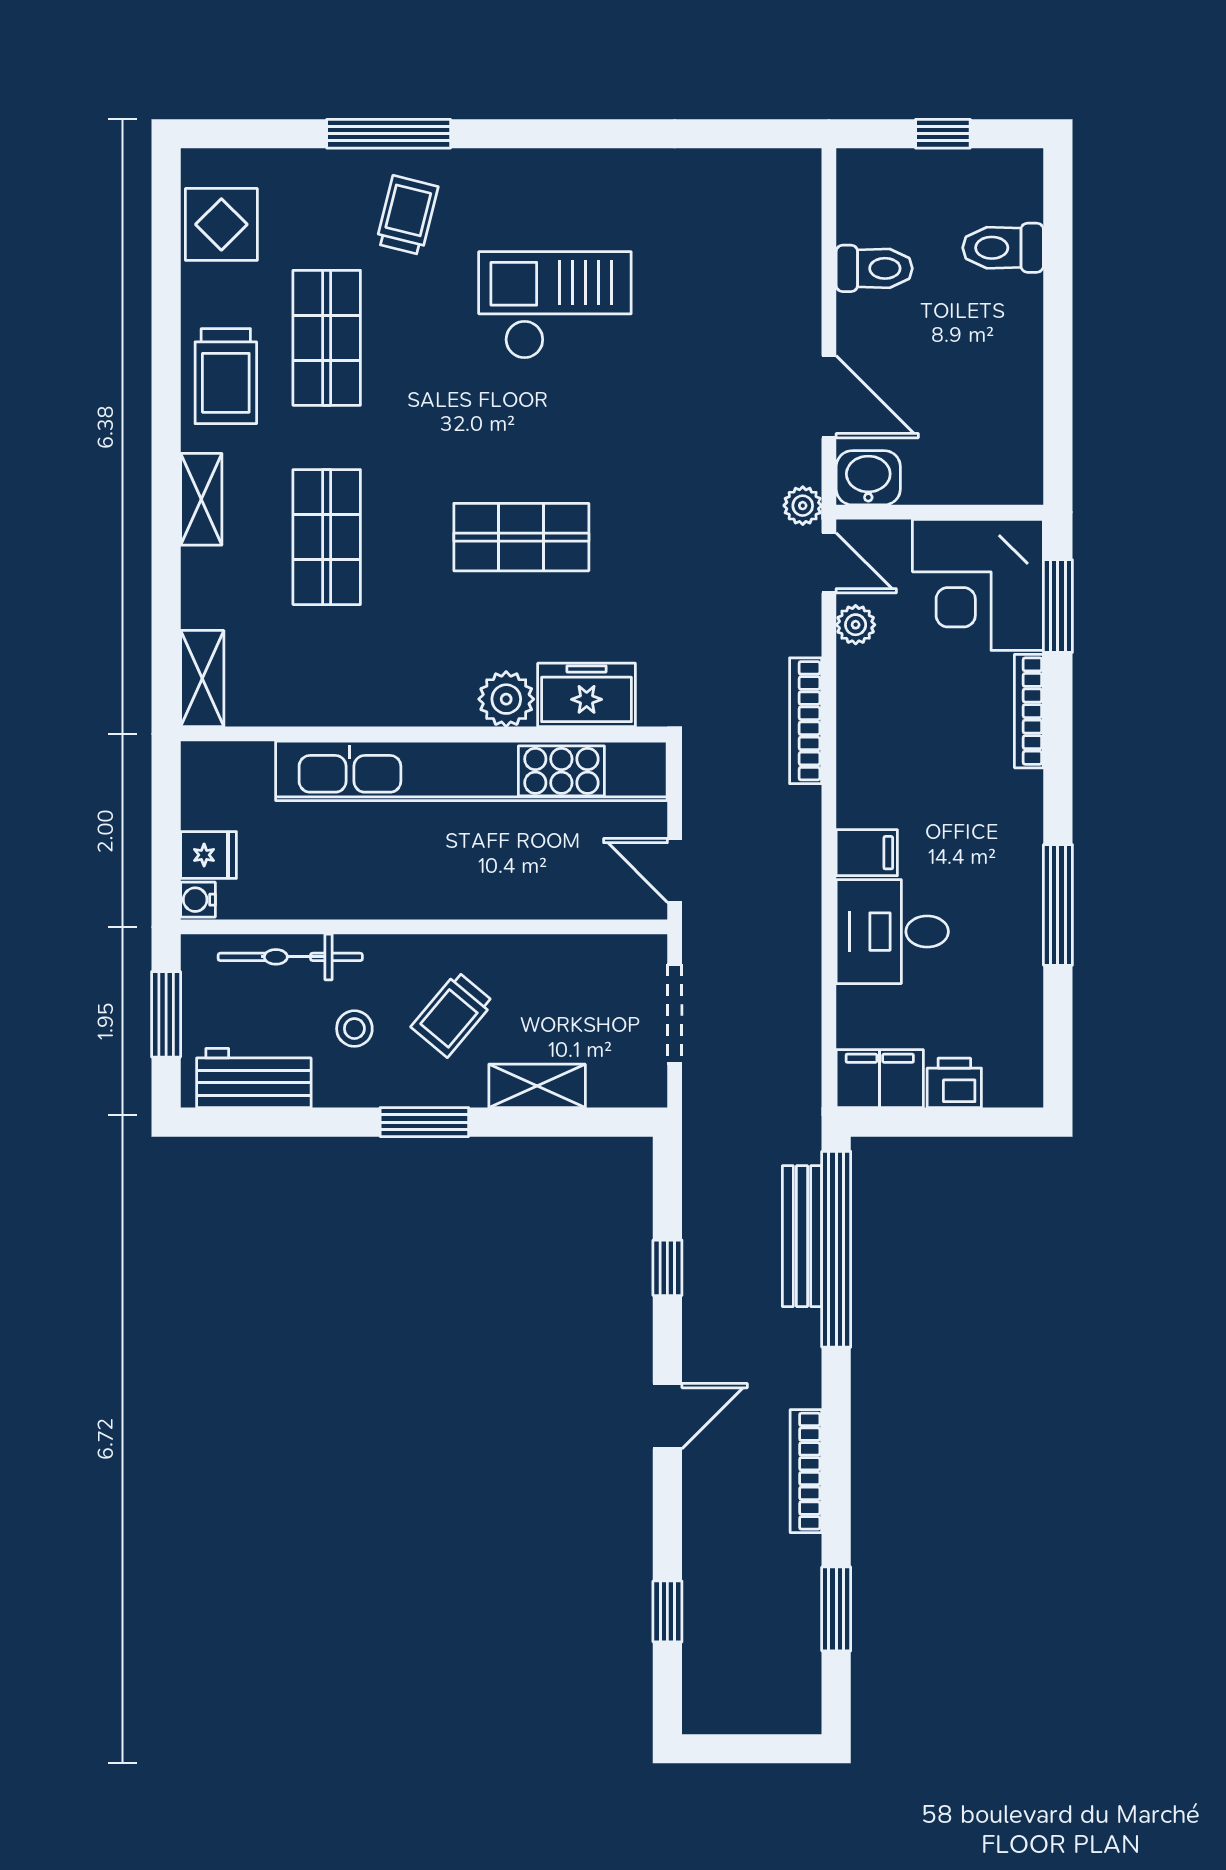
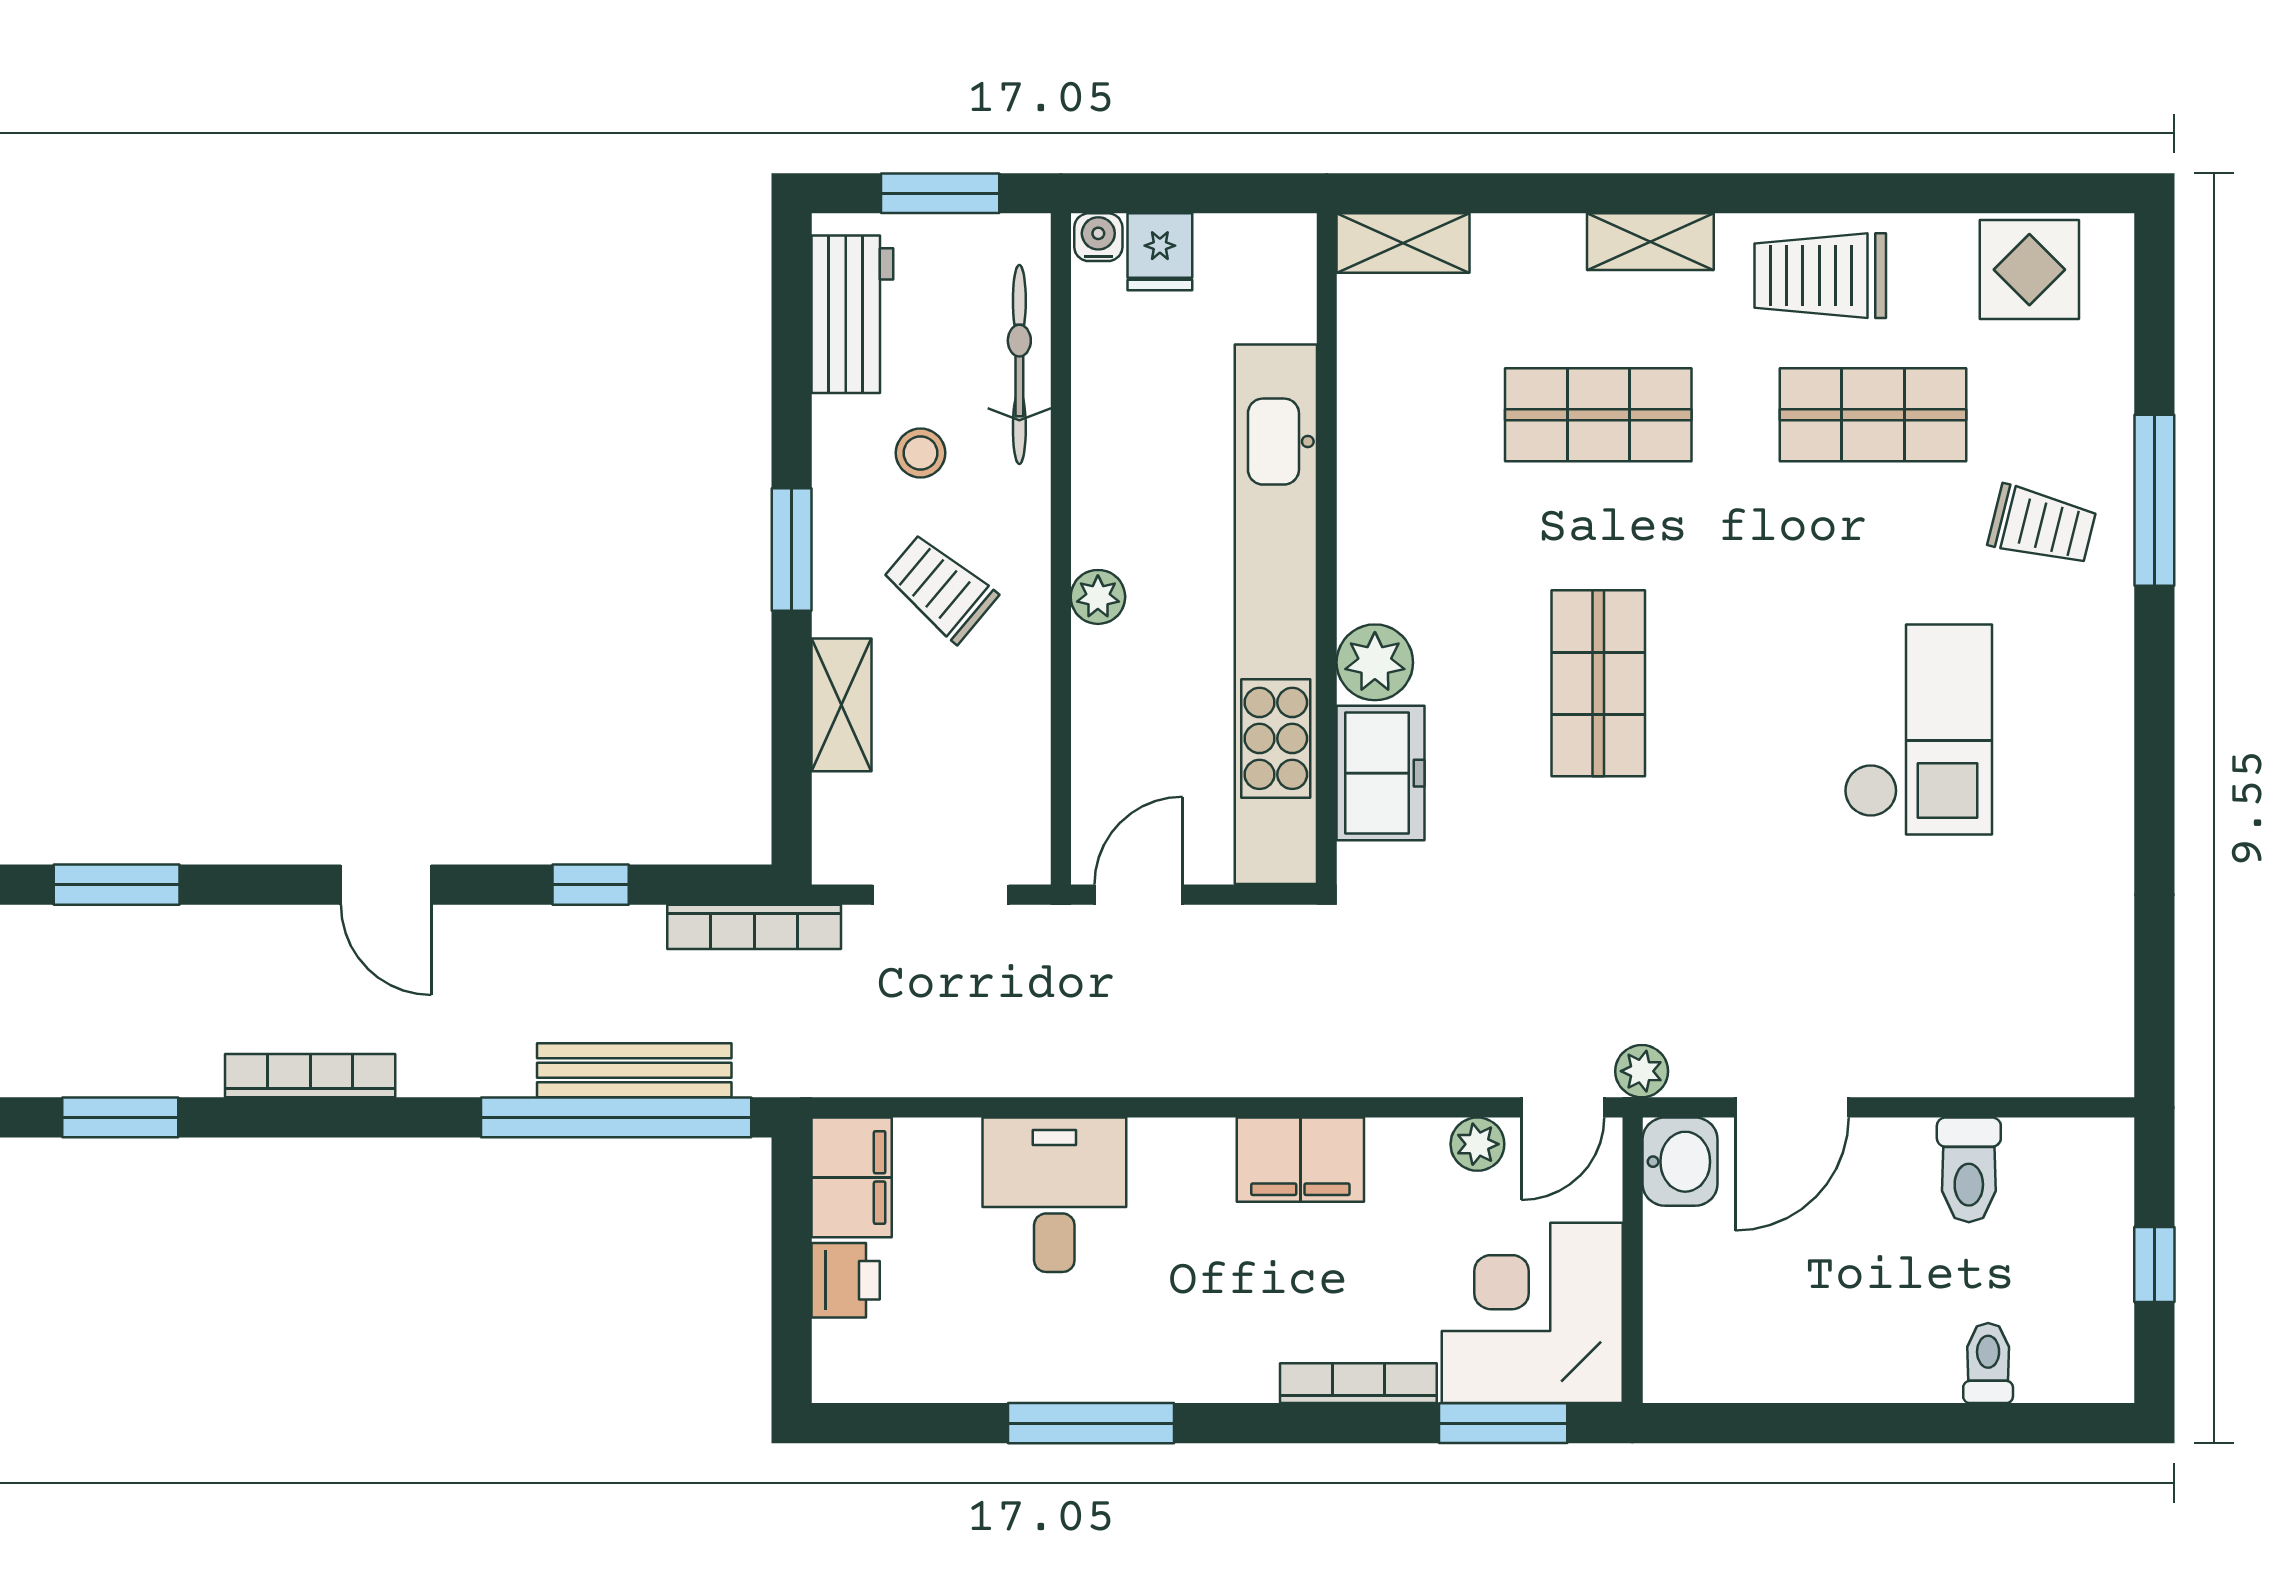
toilet: (1003, 248) -> (1988, 1363), width x0.73, depth x0.72
bookcase: (806, 721) -> (754, 927), moved, turned 180
filing cabinet: (867, 853) -> (1300, 1160), moved, width x2.00
plant: (459, 900) -> (1098, 597), added
window: (667, 1611) -> (117, 885), width x1.50

